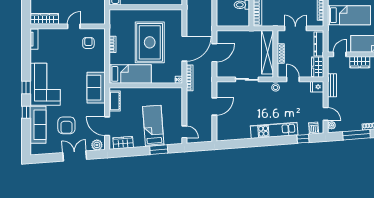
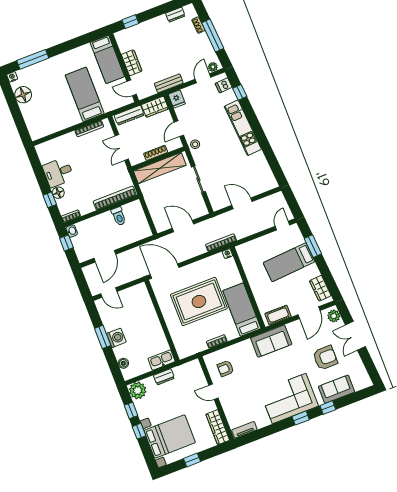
door: (184, 49) -> (165, 271), moved
sofa: (38, 125) -> (337, 389), width x0.73

